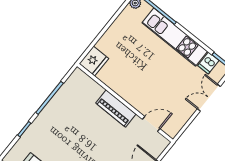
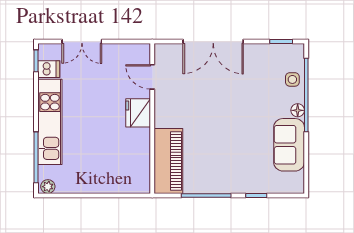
fridge: (94, 61) -> (138, 113), moved, turned -90
piano: (116, 108) -> (168, 161), moved, width x1.37, depth x1.33

